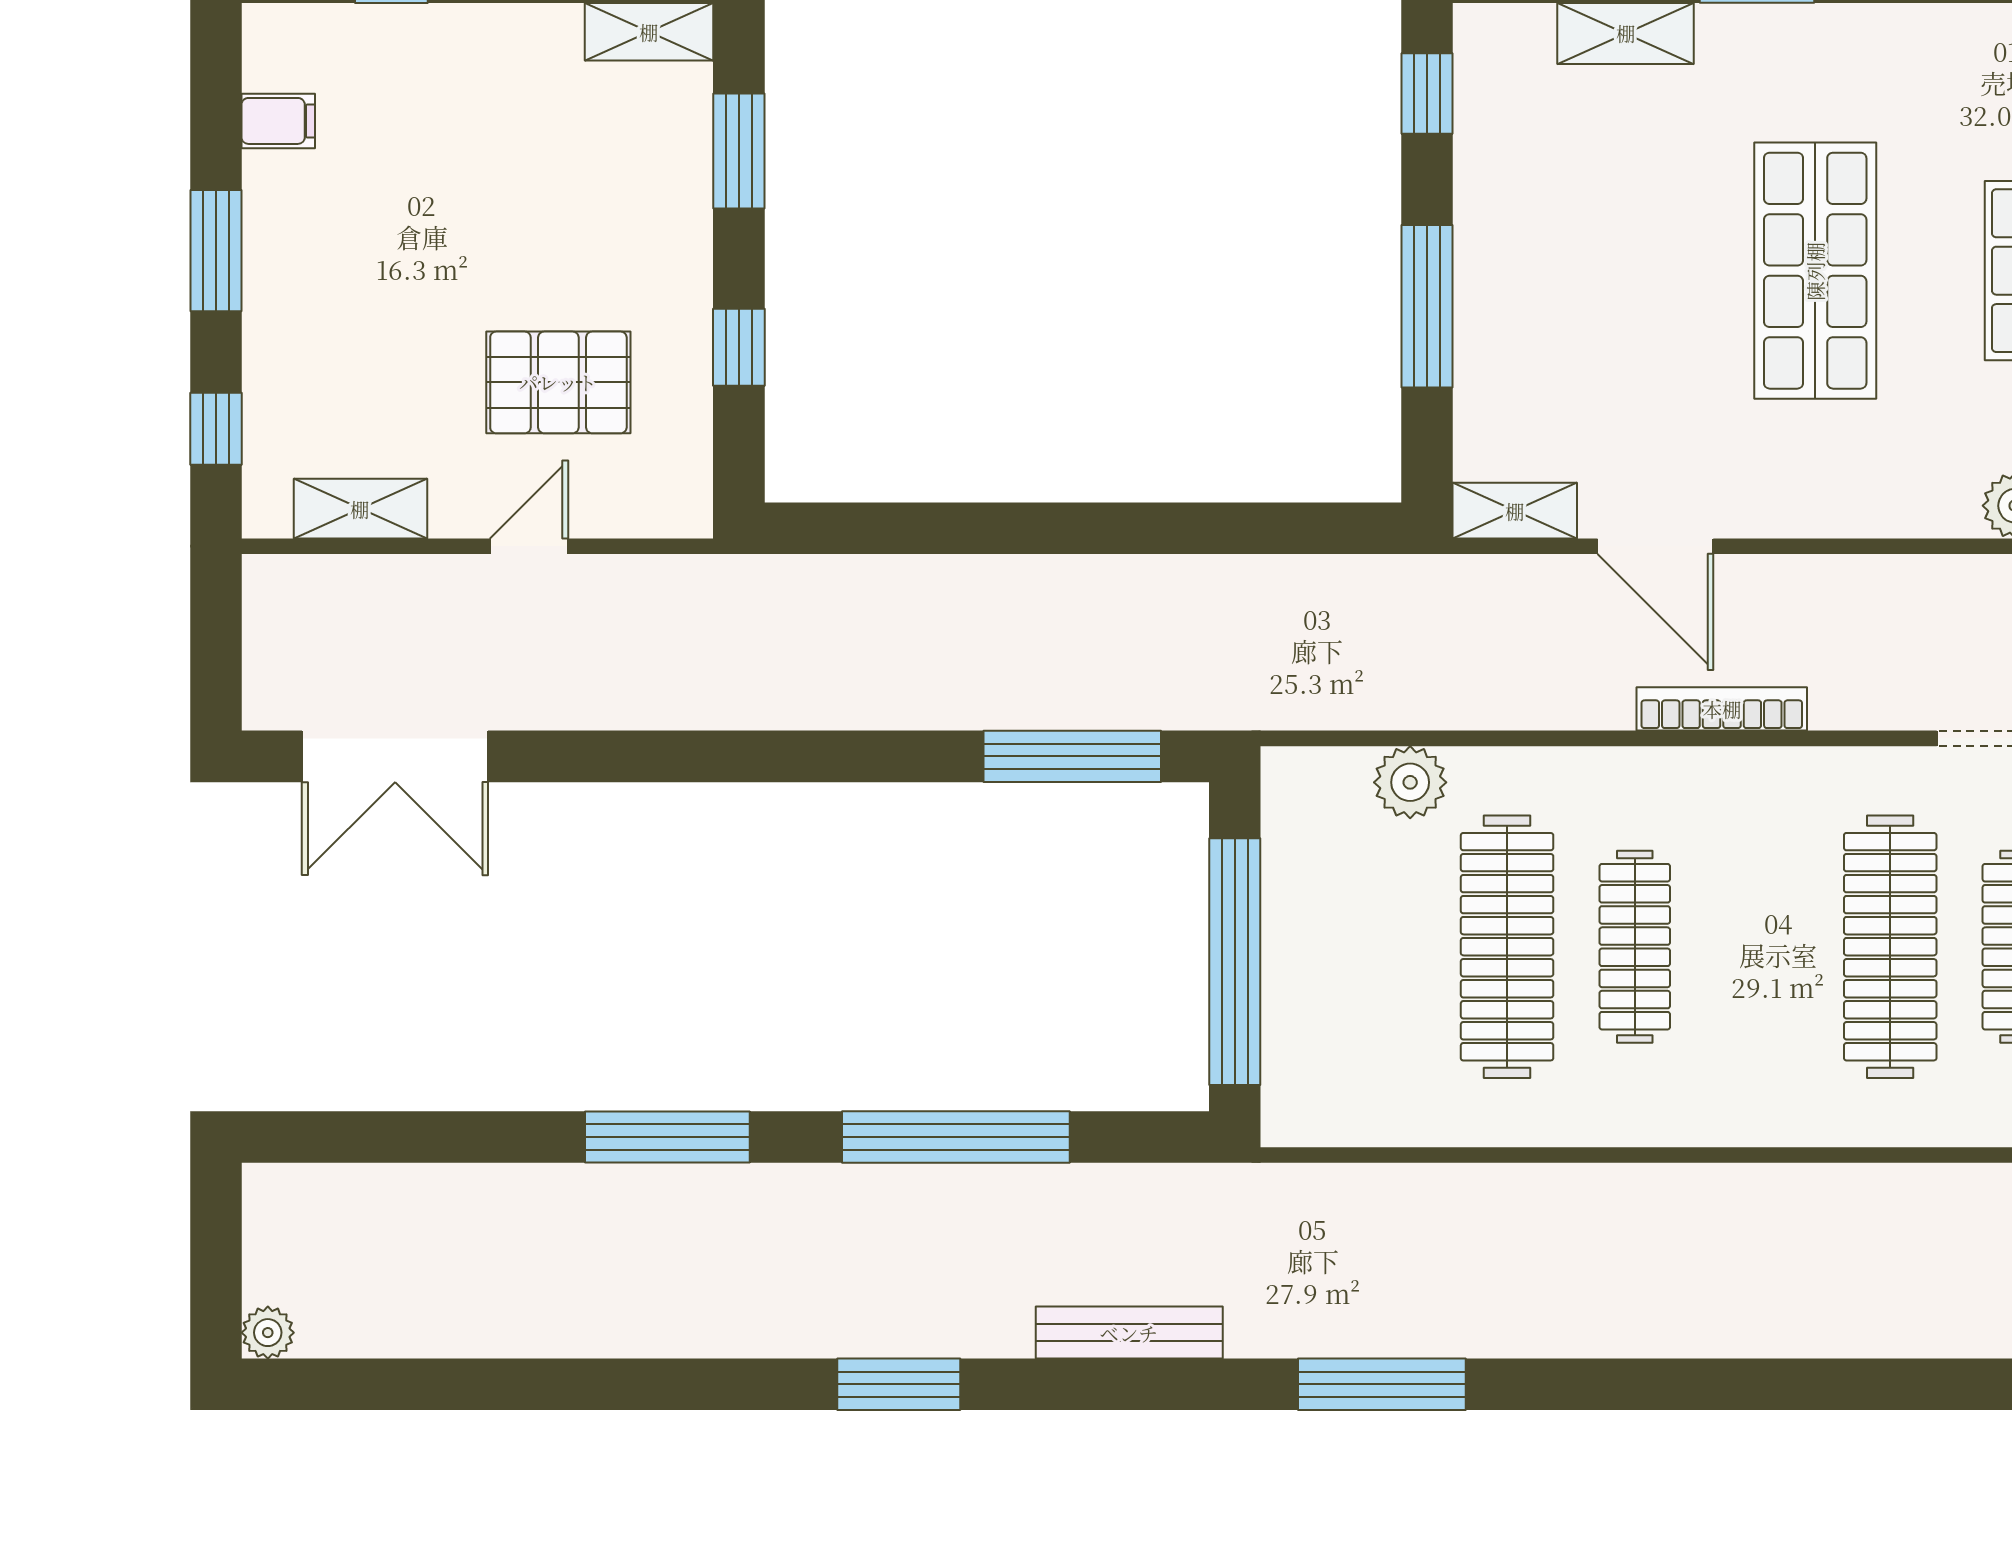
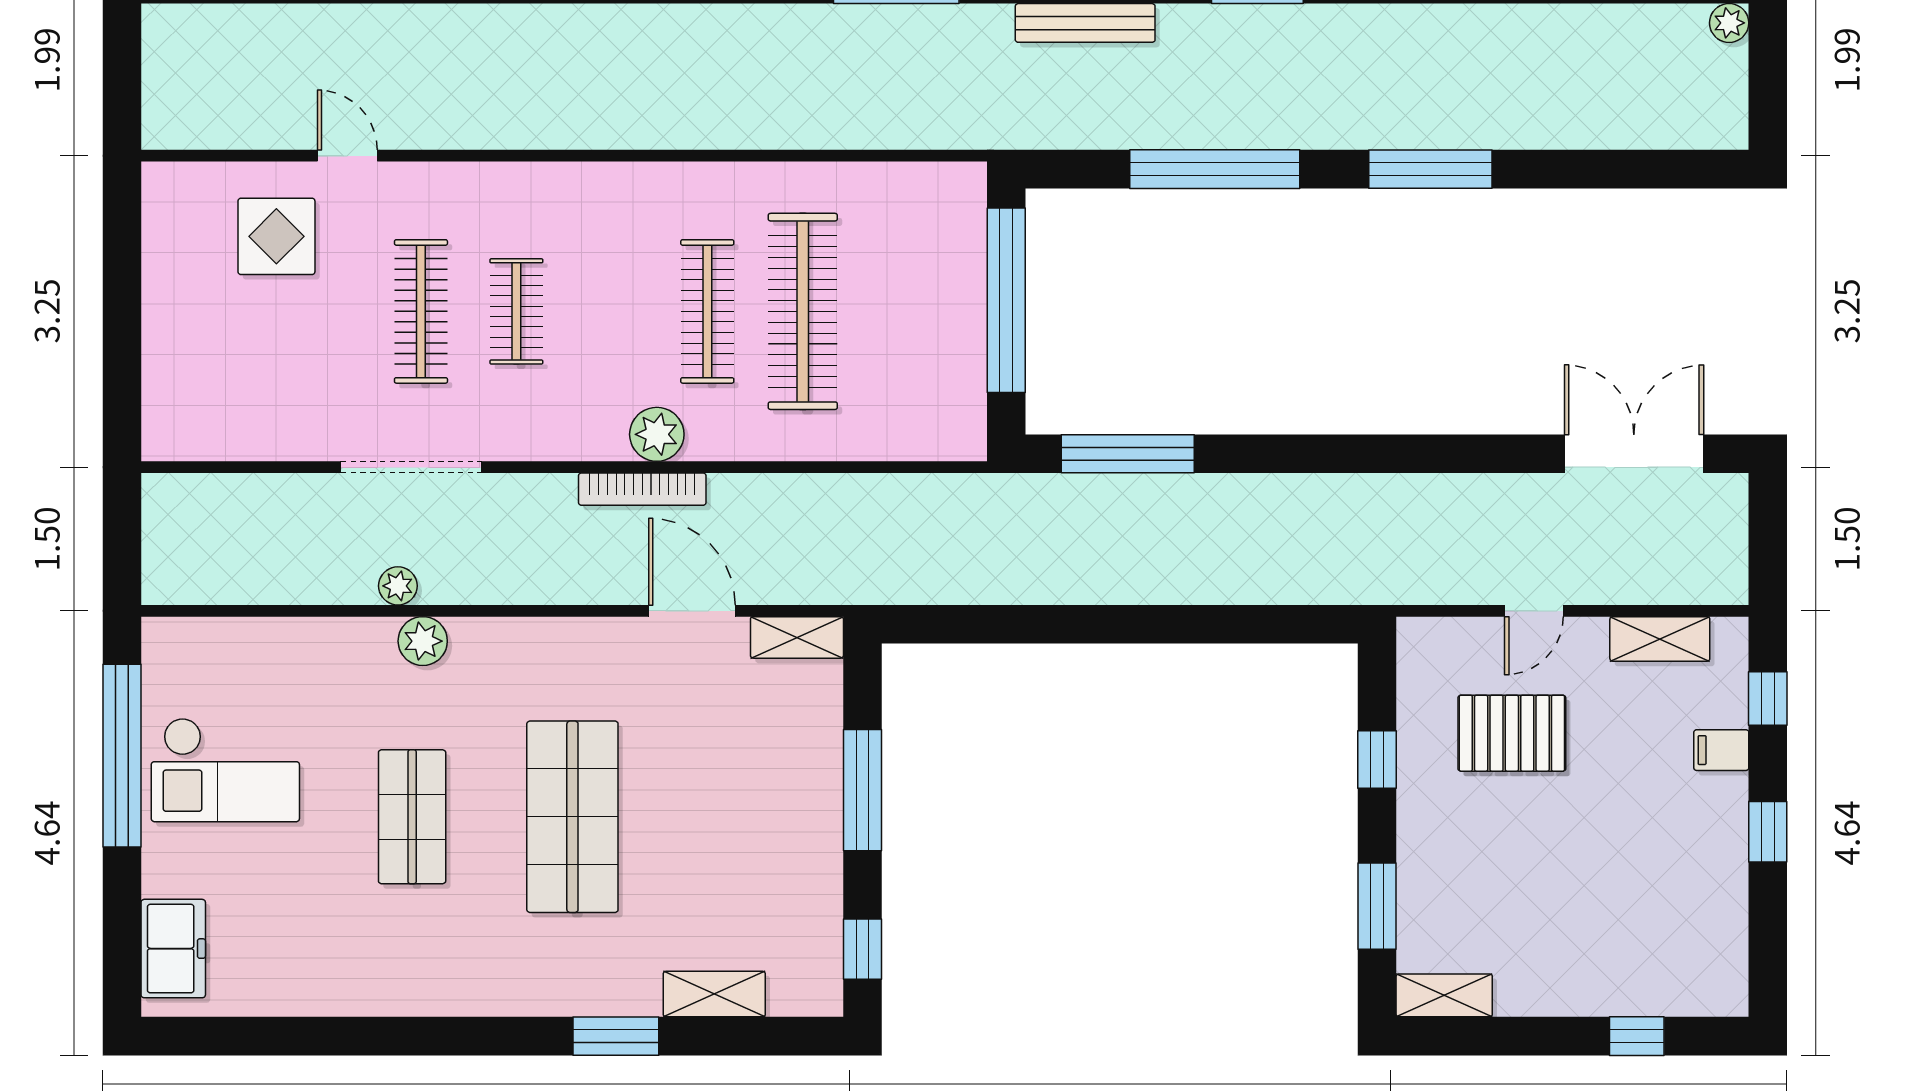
filing cabinet: (278, 121) -> (1721, 750), moved
window: (216, 251) -> (1768, 832), width x0.67
plant: (1410, 782) -> (657, 434), moved
clothes rail: (1890, 947) -> (516, 311), width x0.54, depth x0.76

